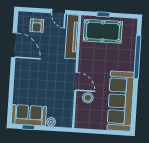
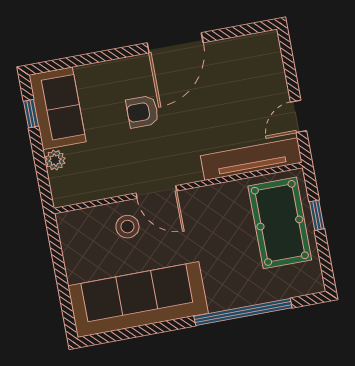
armchair: (37, 26) -> (142, 112), moved
door: (14, 45) -> (175, 43), moved
door: (76, 81) -> (156, 192), hinge flipped

